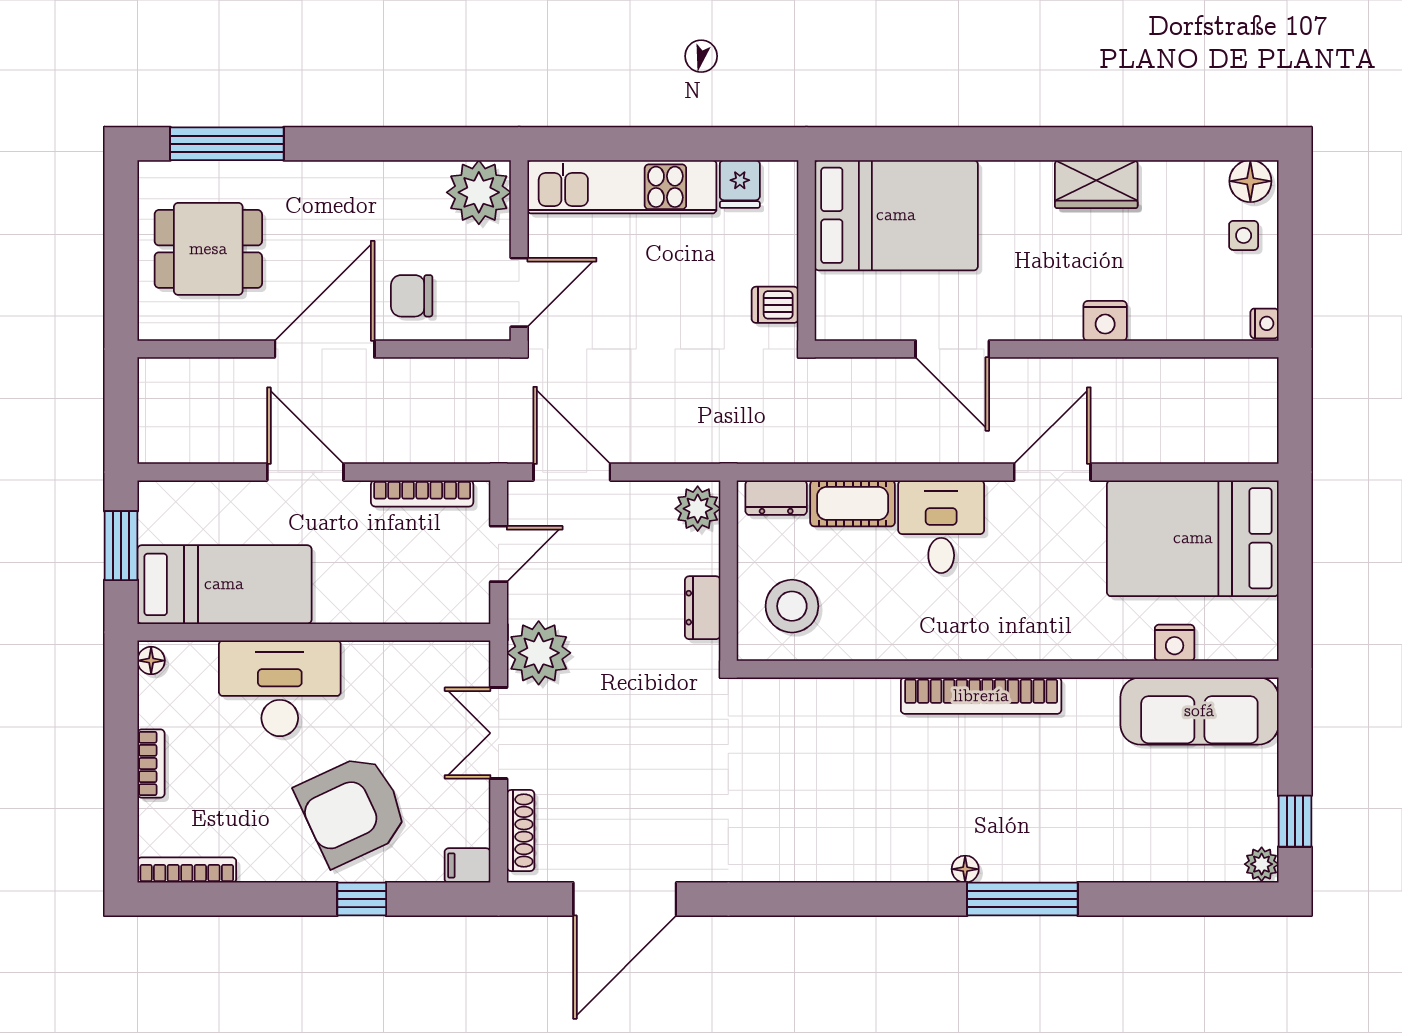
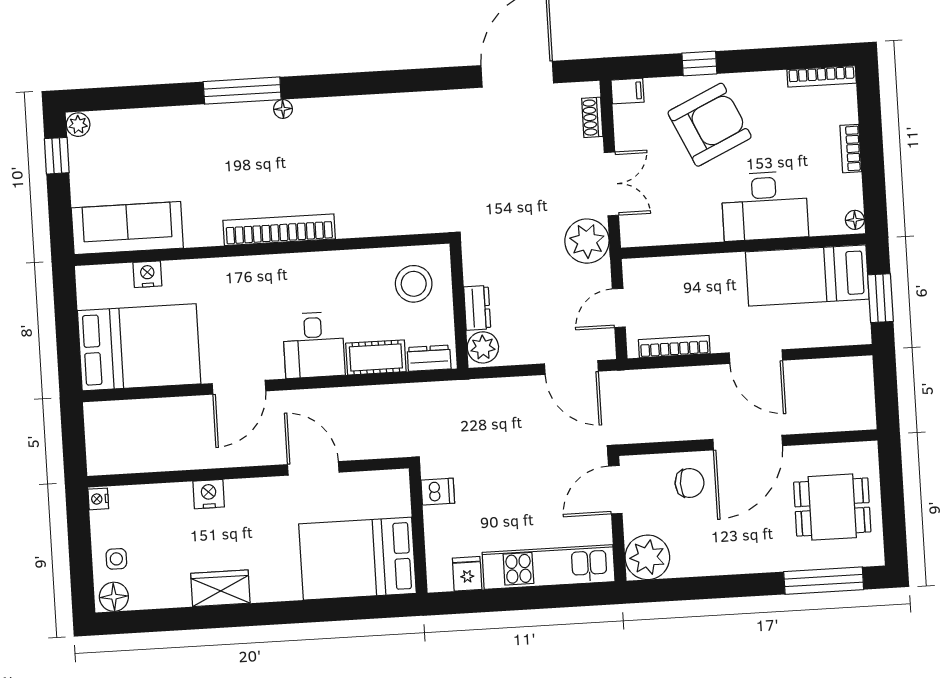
dresser: (703, 608) -> (477, 308), moved
shoe rack: (521, 831) -> (592, 117), width x0.70

